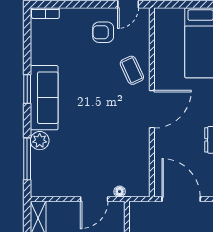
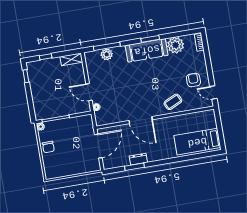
plant: (44, 51) -> (176, 45), added
door: (152, 109) -> (141, 120), moved
plant: (40, 141) -> (107, 54), moved

